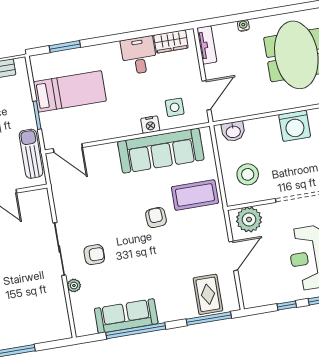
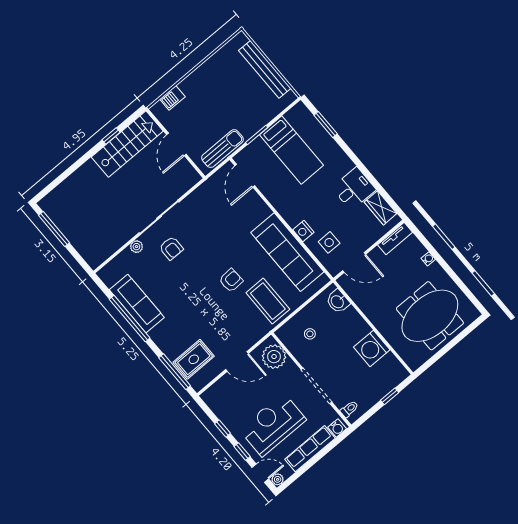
stool: (248, 174) -> (310, 334), width x0.53, depth x0.53

